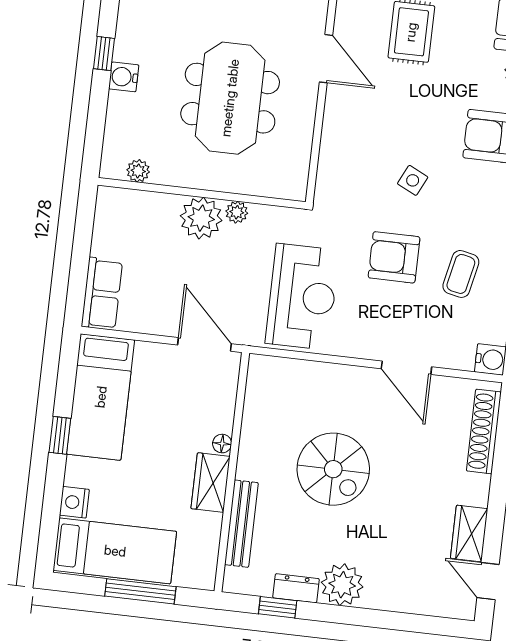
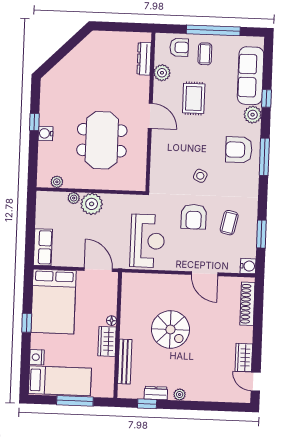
plant: (237, 212) -> (74, 198), moved
armchair: (394, 257) -> (194, 217), turned -90
bed: (101, 397) -> (53, 301), width x1.50
plant: (342, 585) -> (180, 395), width x0.53, depth x0.53

